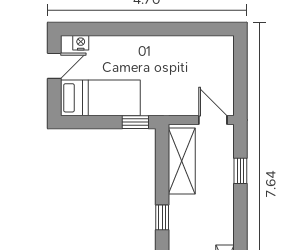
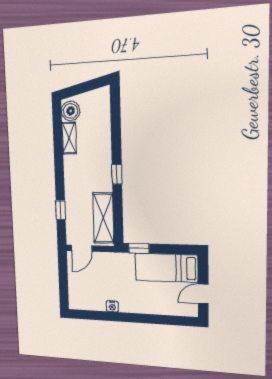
nightstand: (81, 43) -> (112, 306), moved
door: (213, 120) -> (82, 248), hinge flipped

